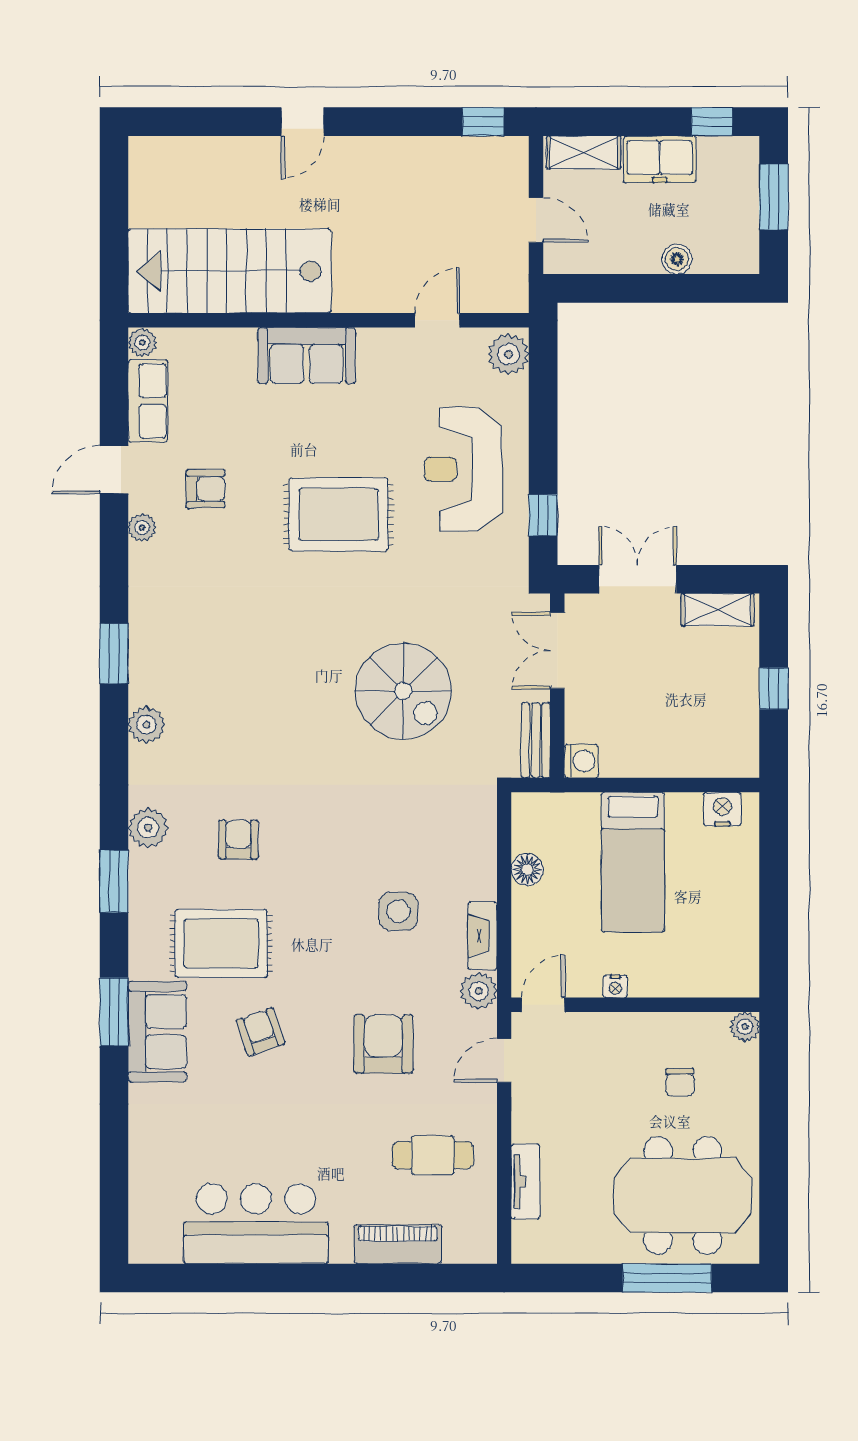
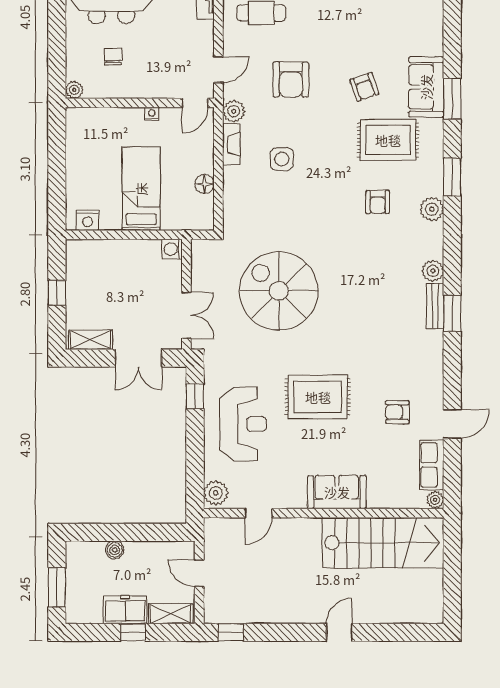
window: (712, 122) -> (133, 632), moved
plant: (142, 527) -> (435, 389), removed
spiral stairs: (403, 691) -> (279, 291), width x1.37, depth x1.37
bench: (536, 740) -> (435, 306), moved

